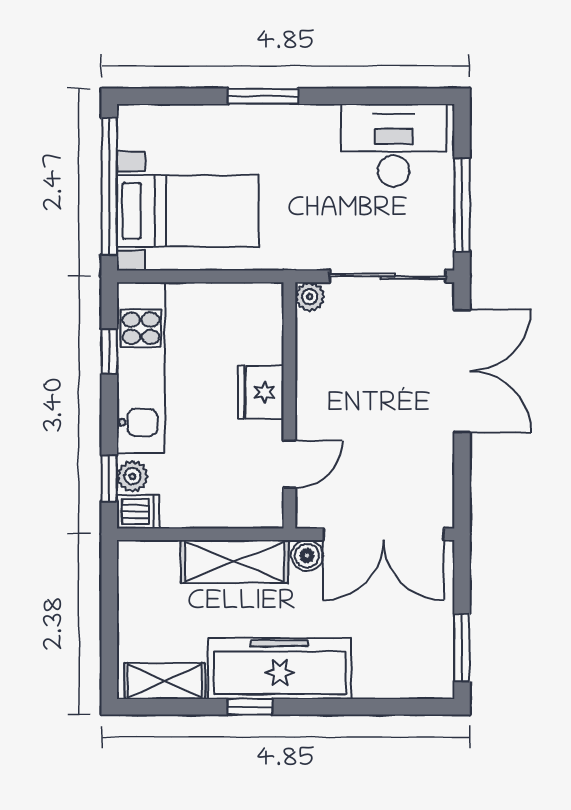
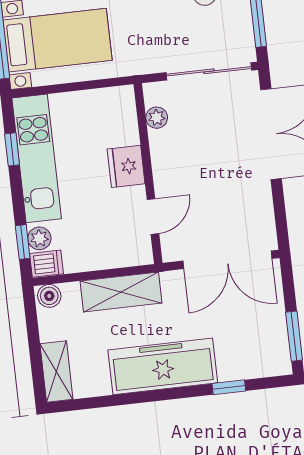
plant: (310, 297) -> (157, 118), moved
boiler: (307, 556) -> (49, 296), moved
shelving: (165, 681) -> (56, 371), moved, turned 90
window: (250, 707) -> (229, 387), moved

